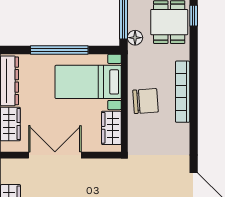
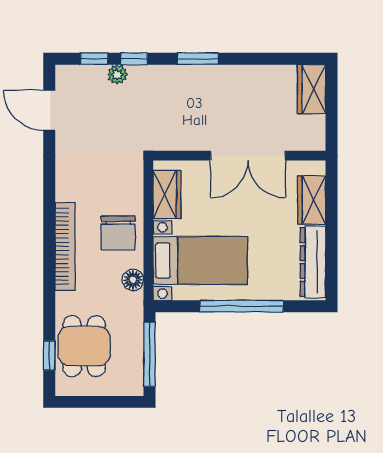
floor lamp: (135, 38) -> (133, 280), moved
chair: (145, 101) -> (118, 233), turned -86

